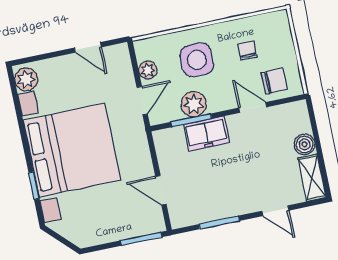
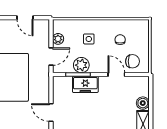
side table: (197, 60) -> (89, 39), width x0.54, depth x0.54

